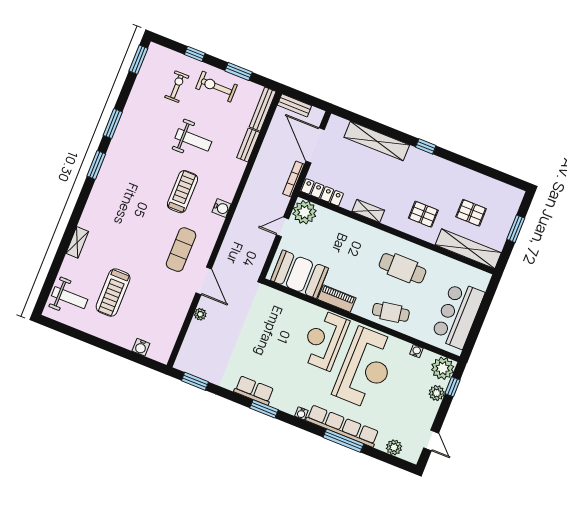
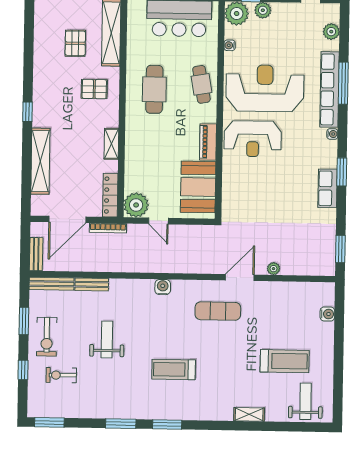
treadmill: (182, 192) -> (174, 369), moved
pallet: (423, 214) -> (94, 89), turned 90

